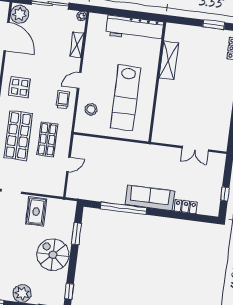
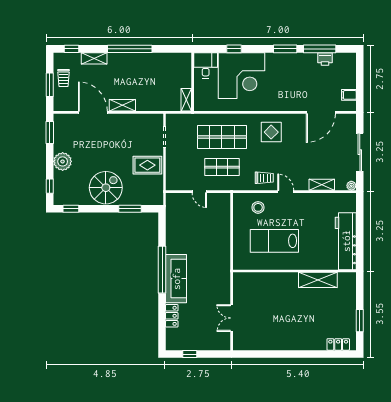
plant: (20, 14) -> (345, 123), removed
lab bench: (125, 98) -> (274, 241), width x0.73
window: (124, 208) -> (162, 270), moved

